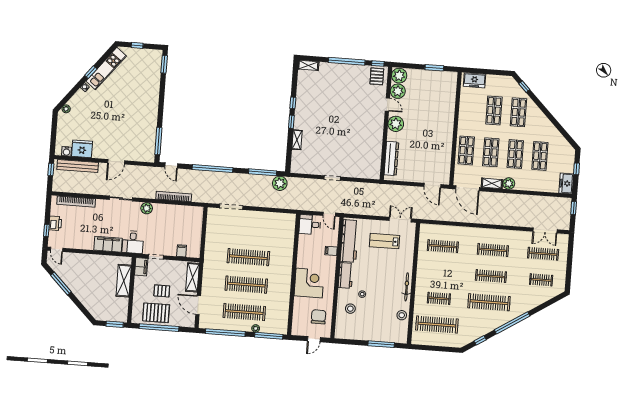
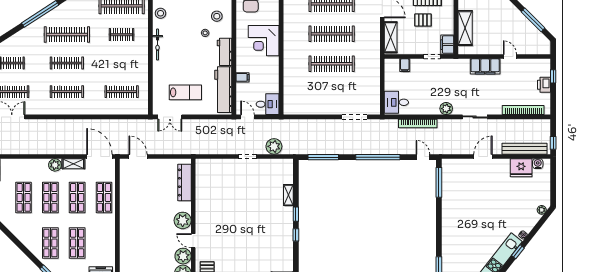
plant: (280, 183) -> (274, 146), moved
desk: (133, 242) -> (396, 102), moved, turned -90
door: (57, 249) -> (510, 56), moved

